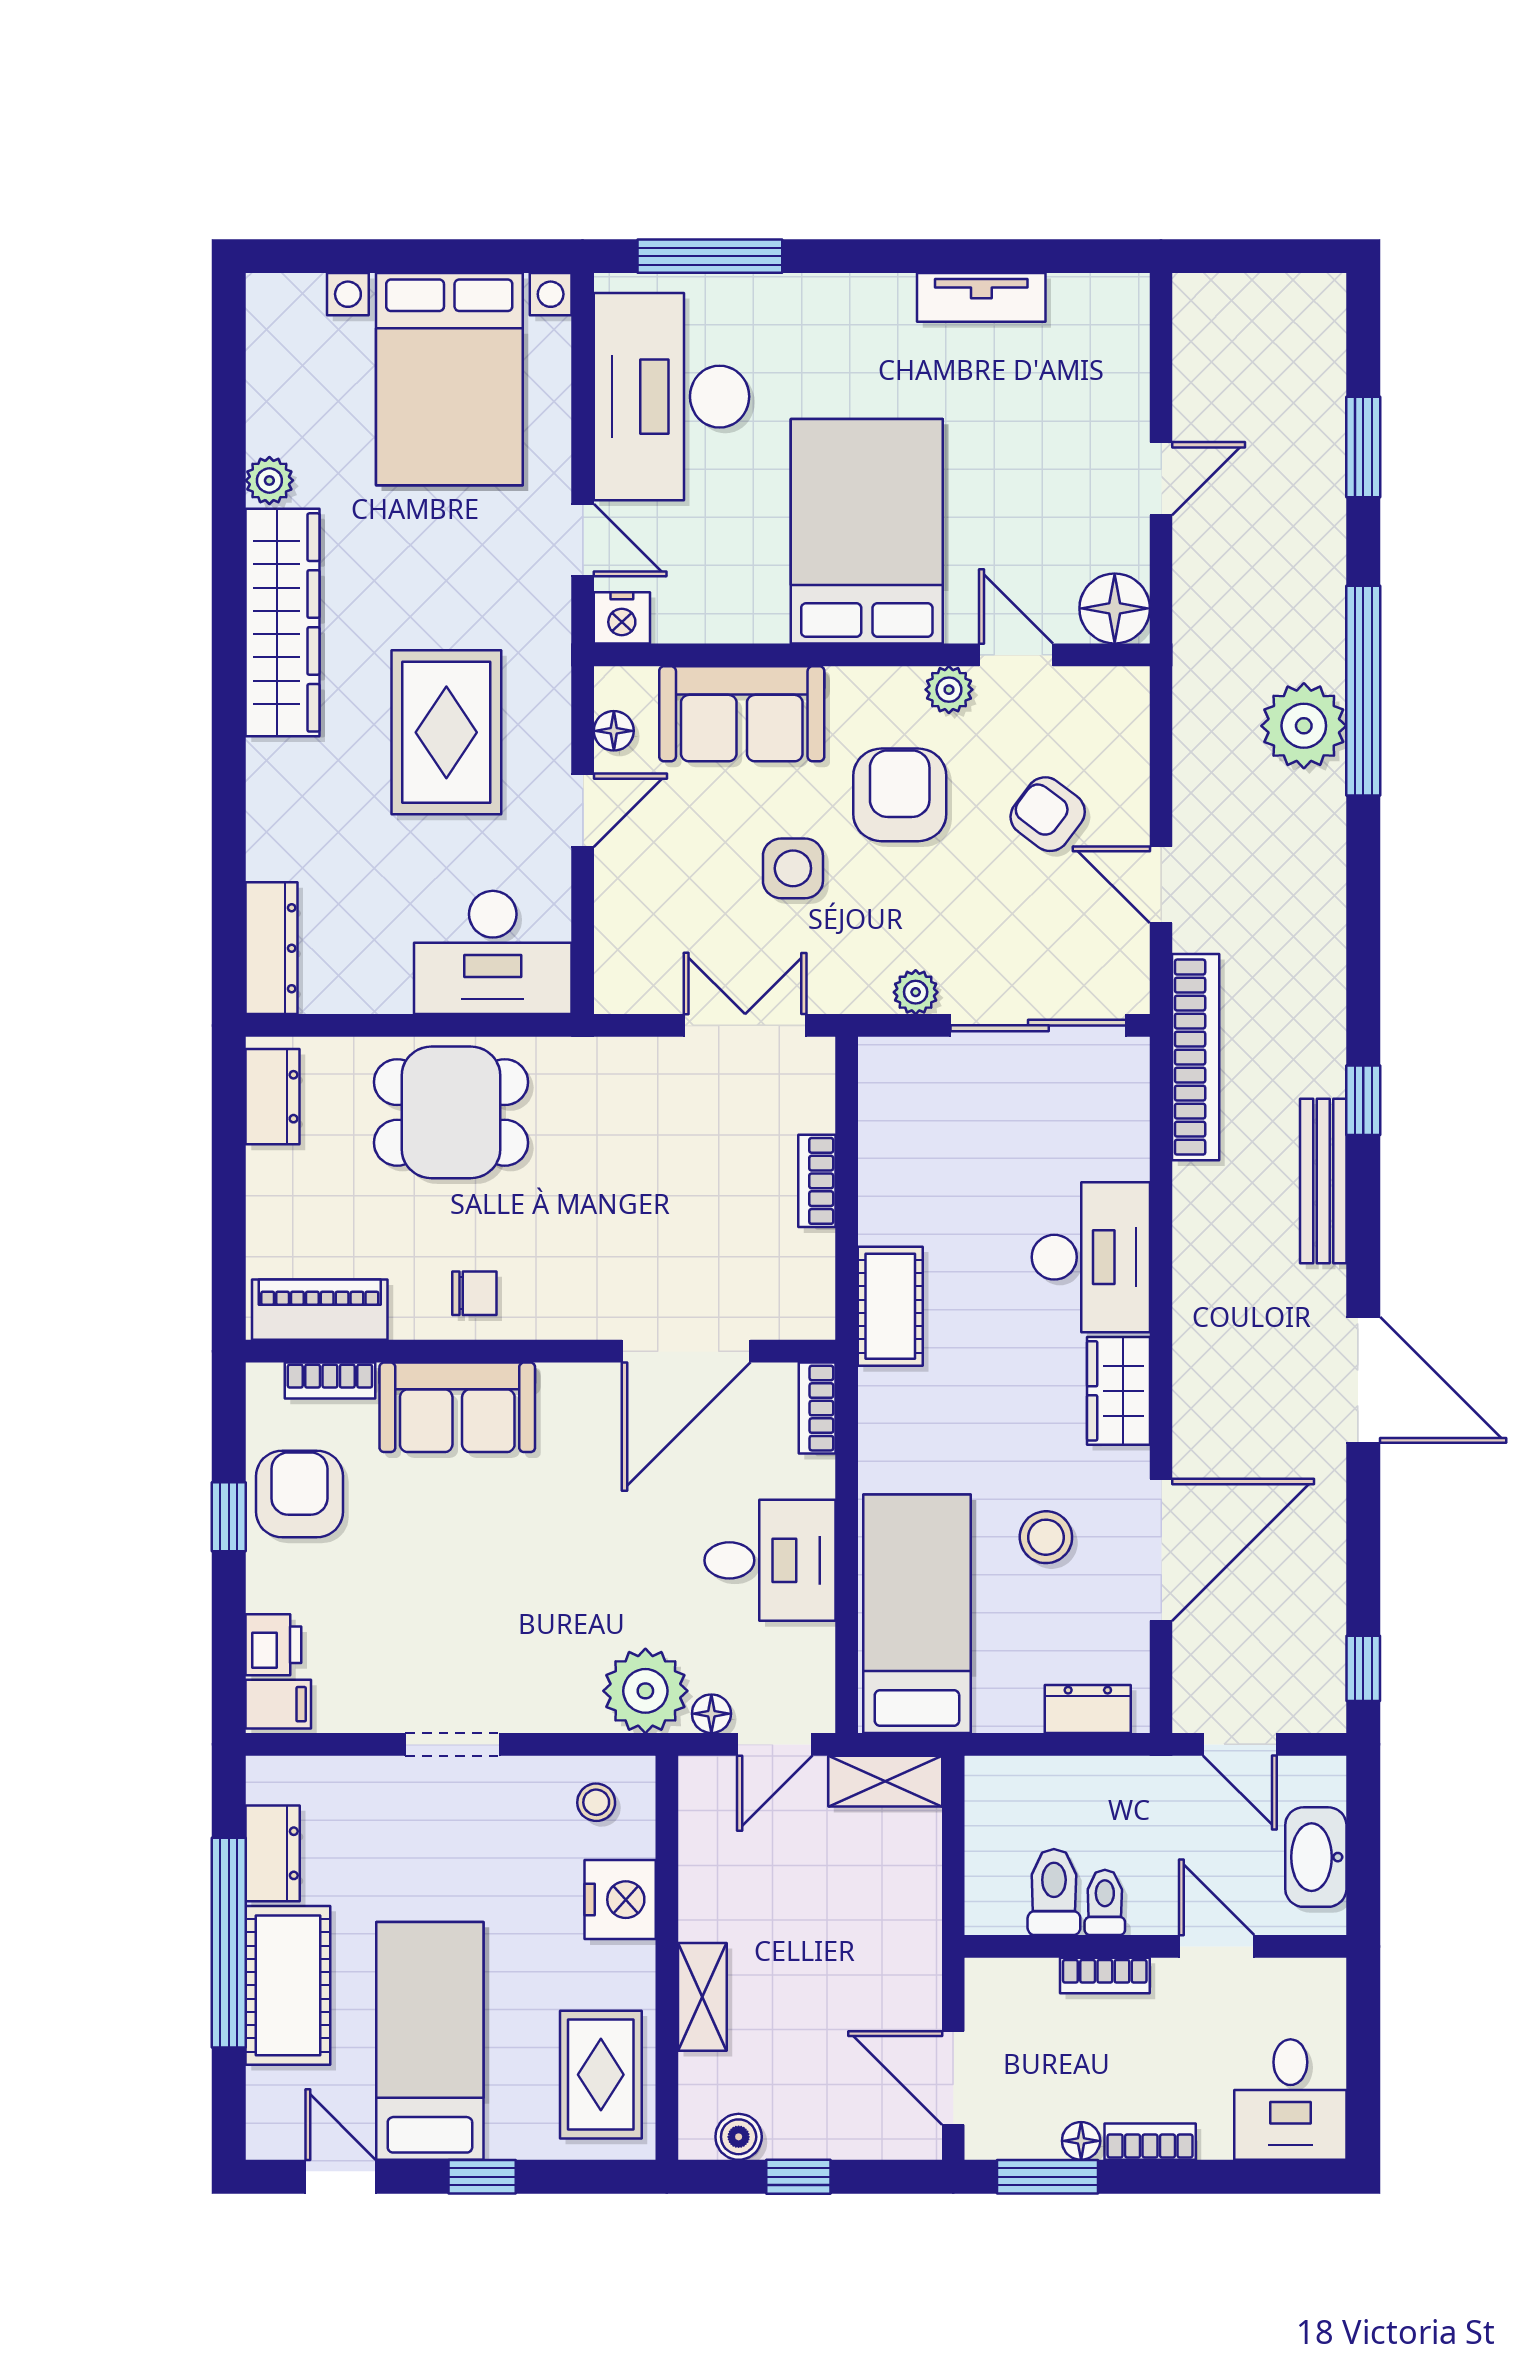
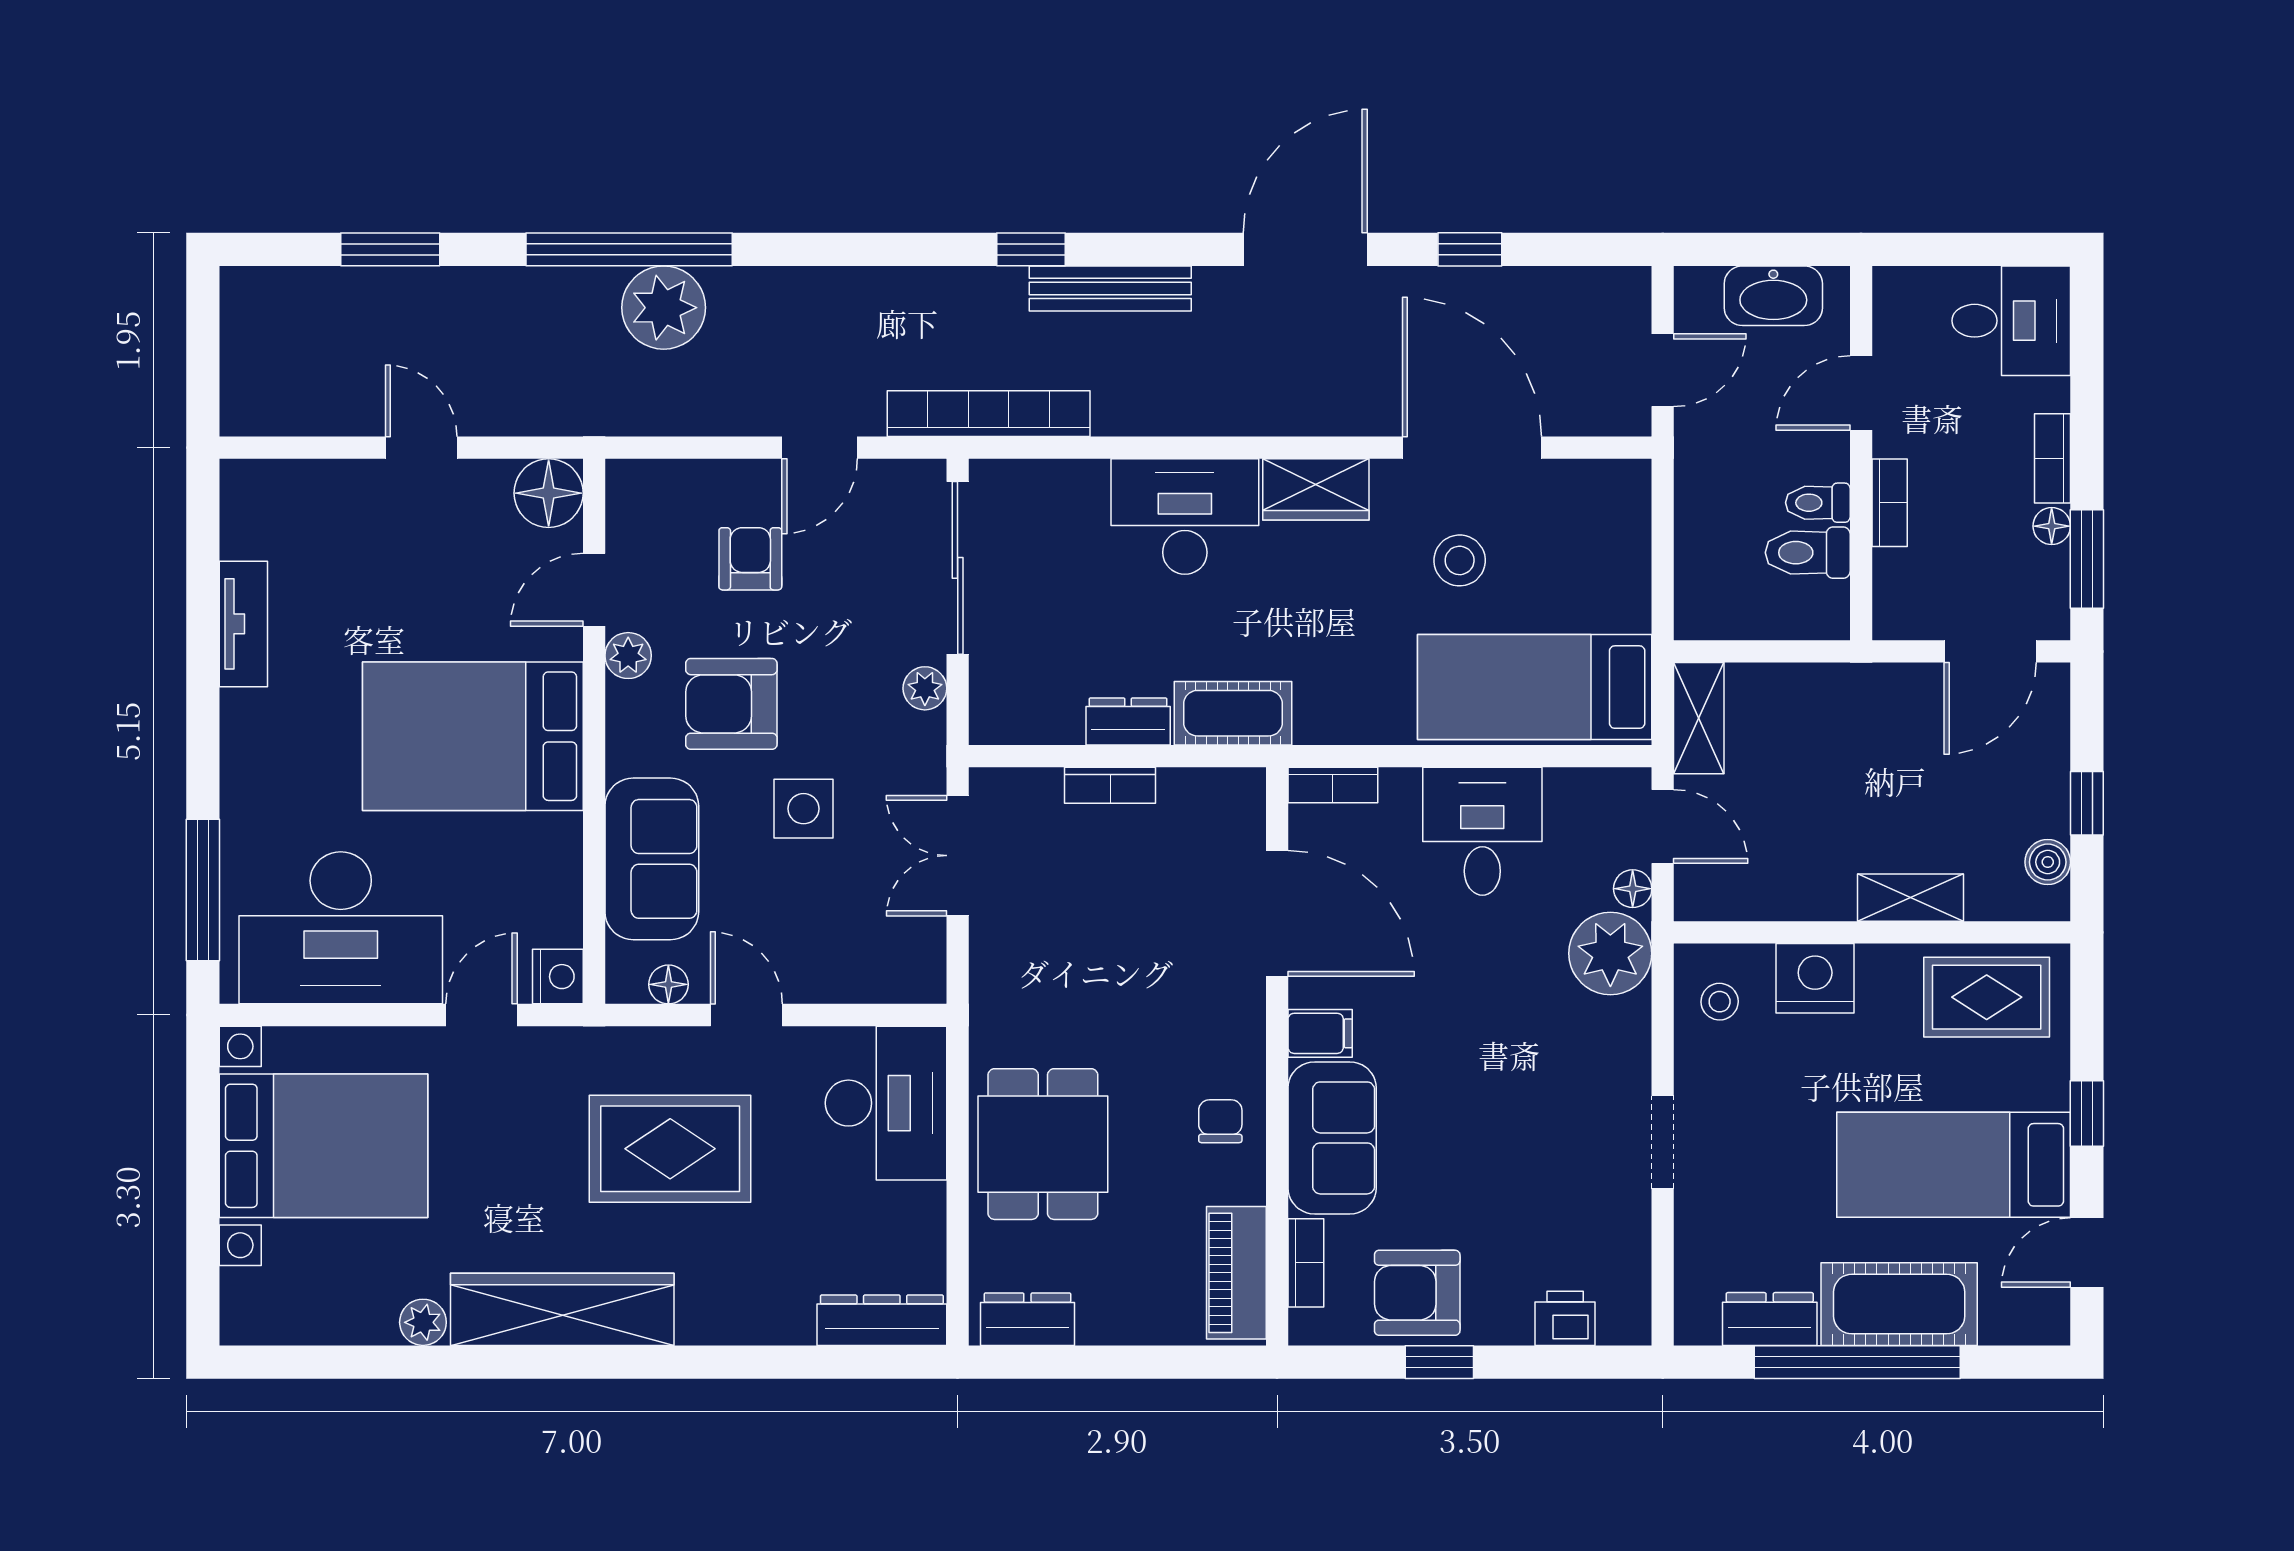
armchair: (1048, 814) -> (750, 559), turned 143
window: (1363, 1668) -> (1470, 249), moved
filing cabinet: (278, 1704) -> (1320, 1033), moved, turned 90
dresser: (1088, 1709) -> (1128, 721), moved, turned 90

